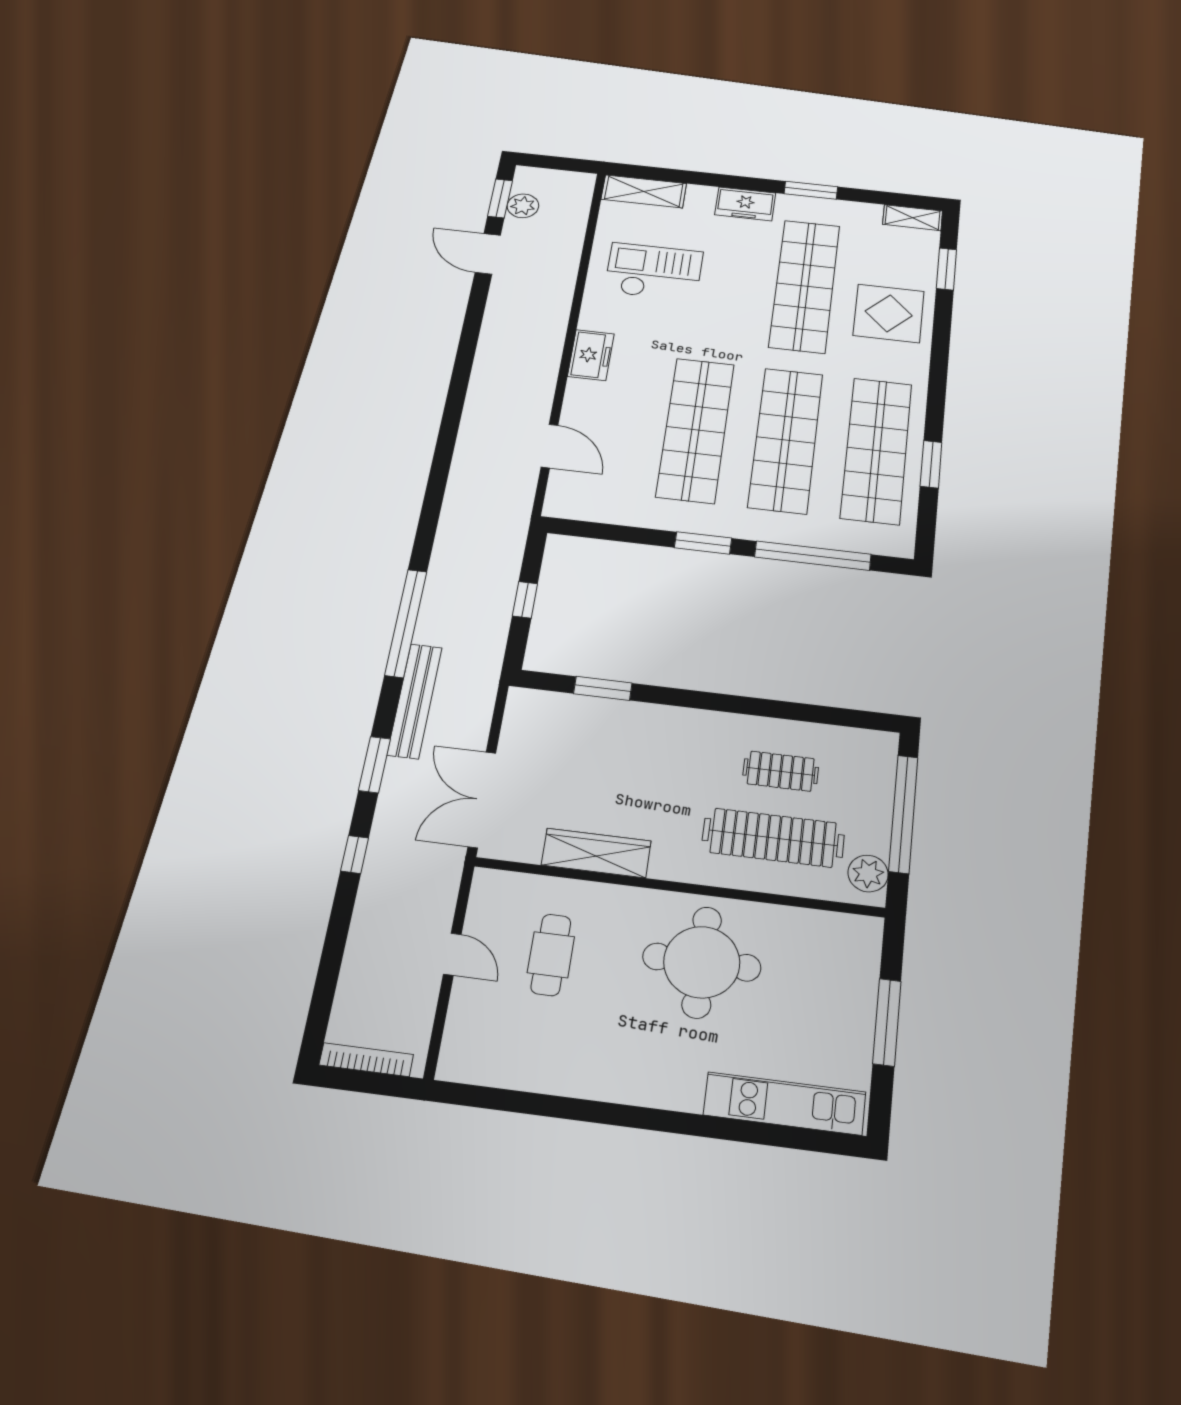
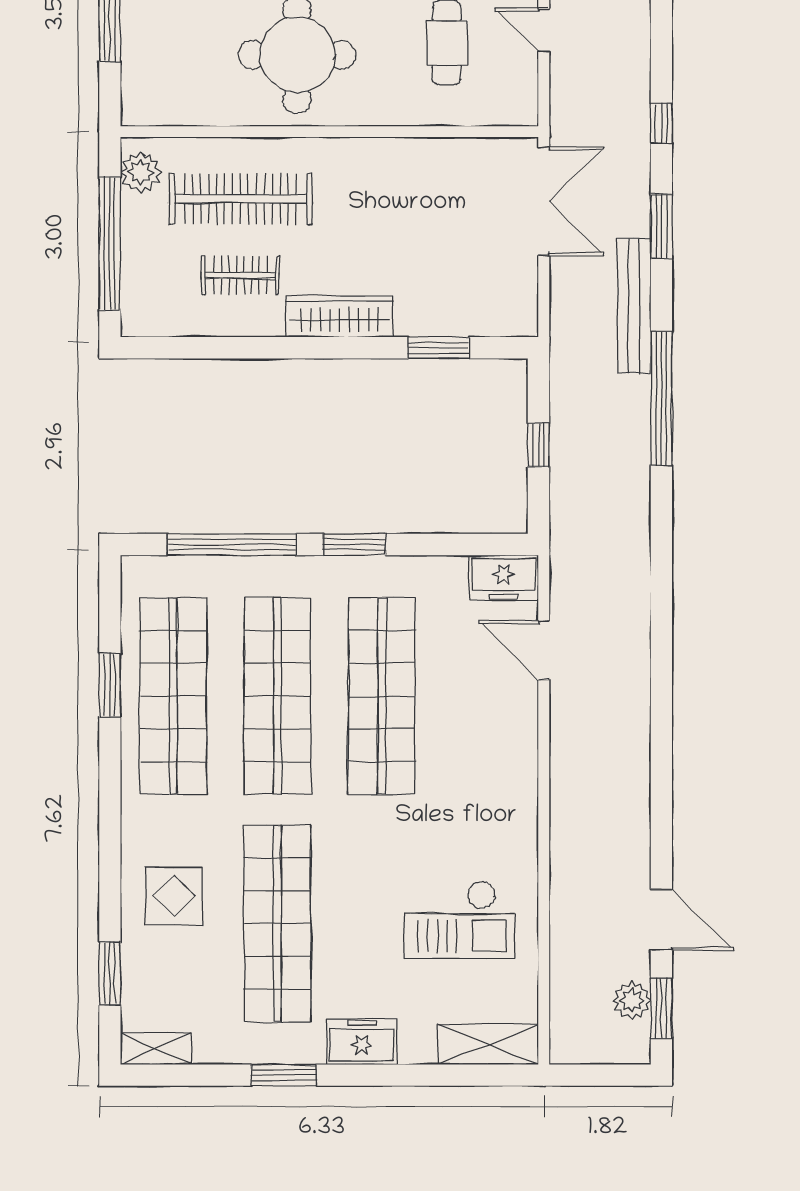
display table: (889, 313) -> (174, 896), width x0.73, depth x0.73
freezer: (591, 355) -> (504, 578), moved, turned -90
wardrobe: (596, 853) -> (339, 316), moved, turned 180

